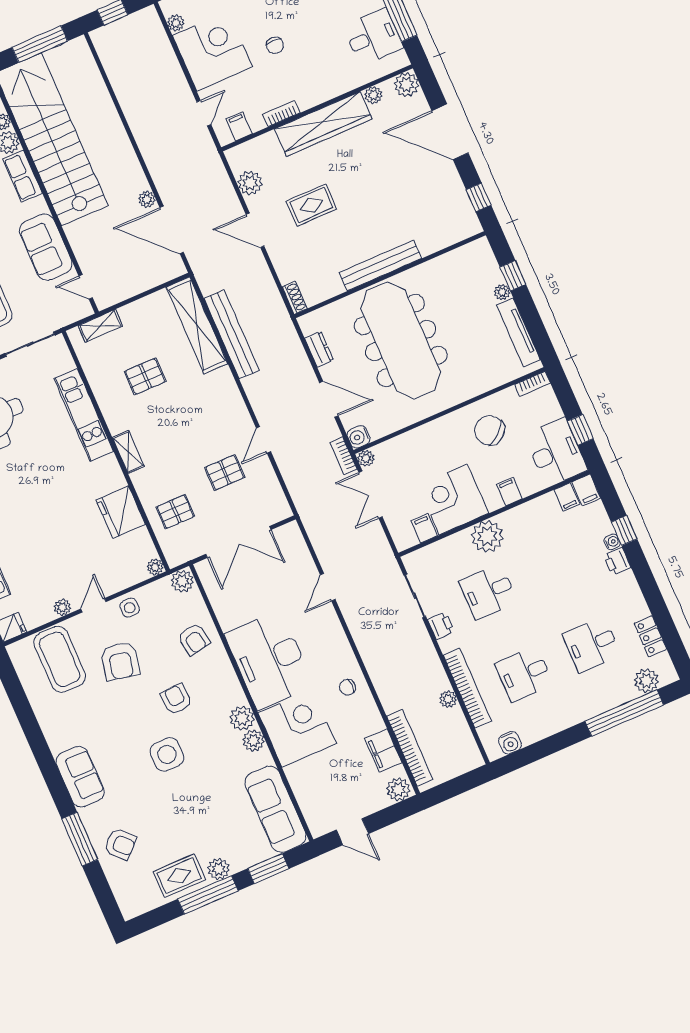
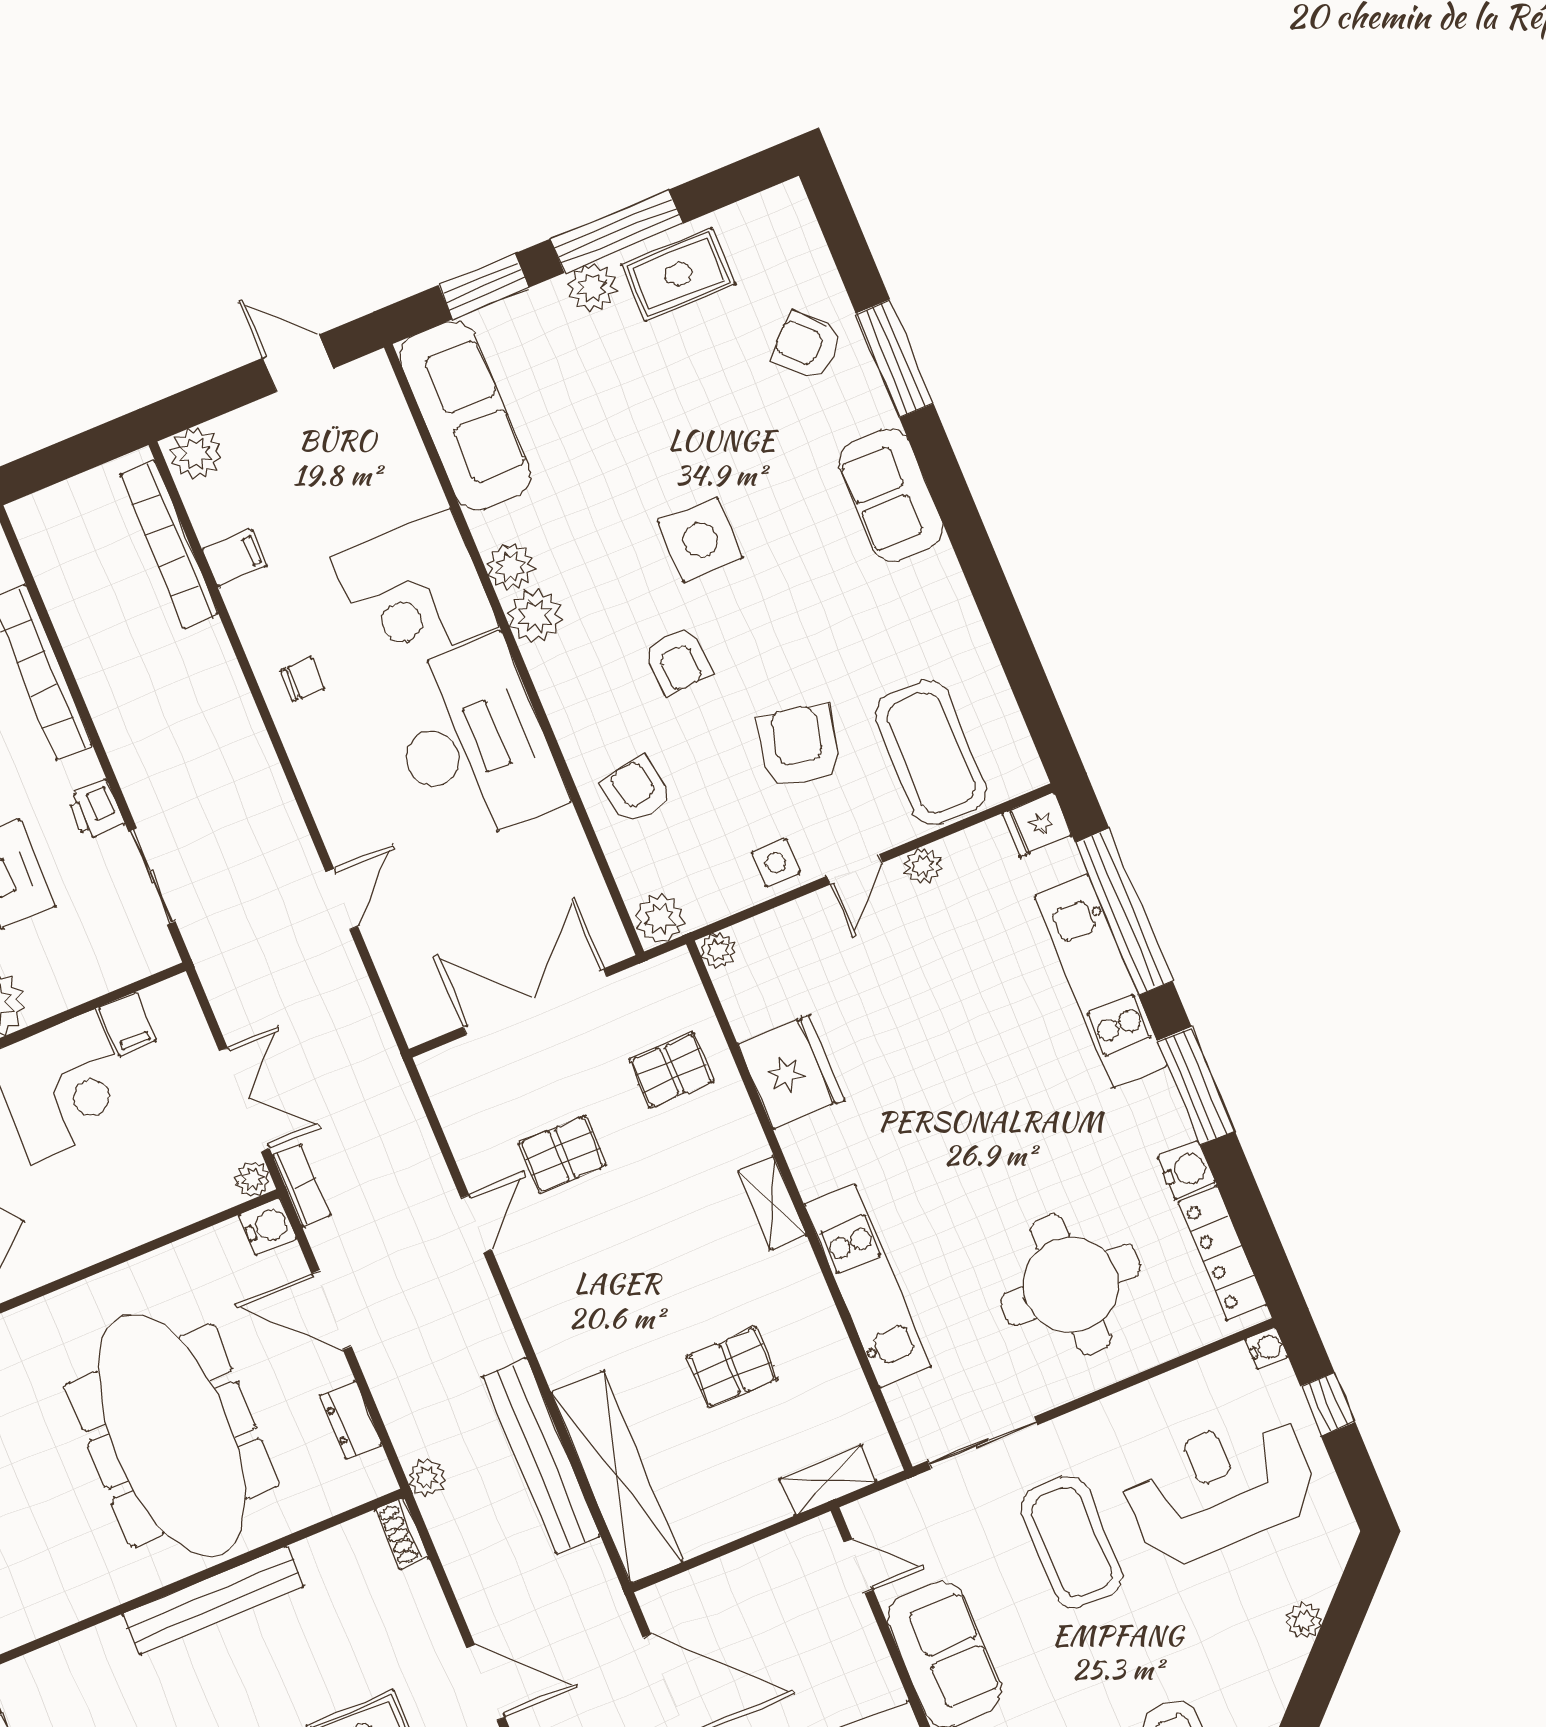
plant: (448, 699) -> (426, 1478), moved
filing cabinet: (383, 751) -> (235, 558), width x0.50

